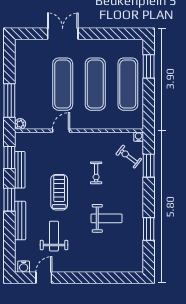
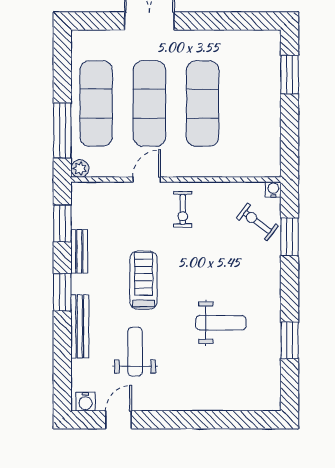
exercise mat: (128, 84) -> (96, 103), moved
bench: (20, 170) -> (79, 251), width x0.73
exercise bike: (96, 173) -> (183, 209), moved

